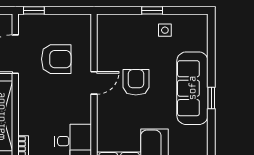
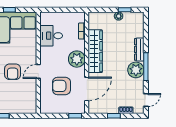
plant: (31, 103) -> (77, 59), added

